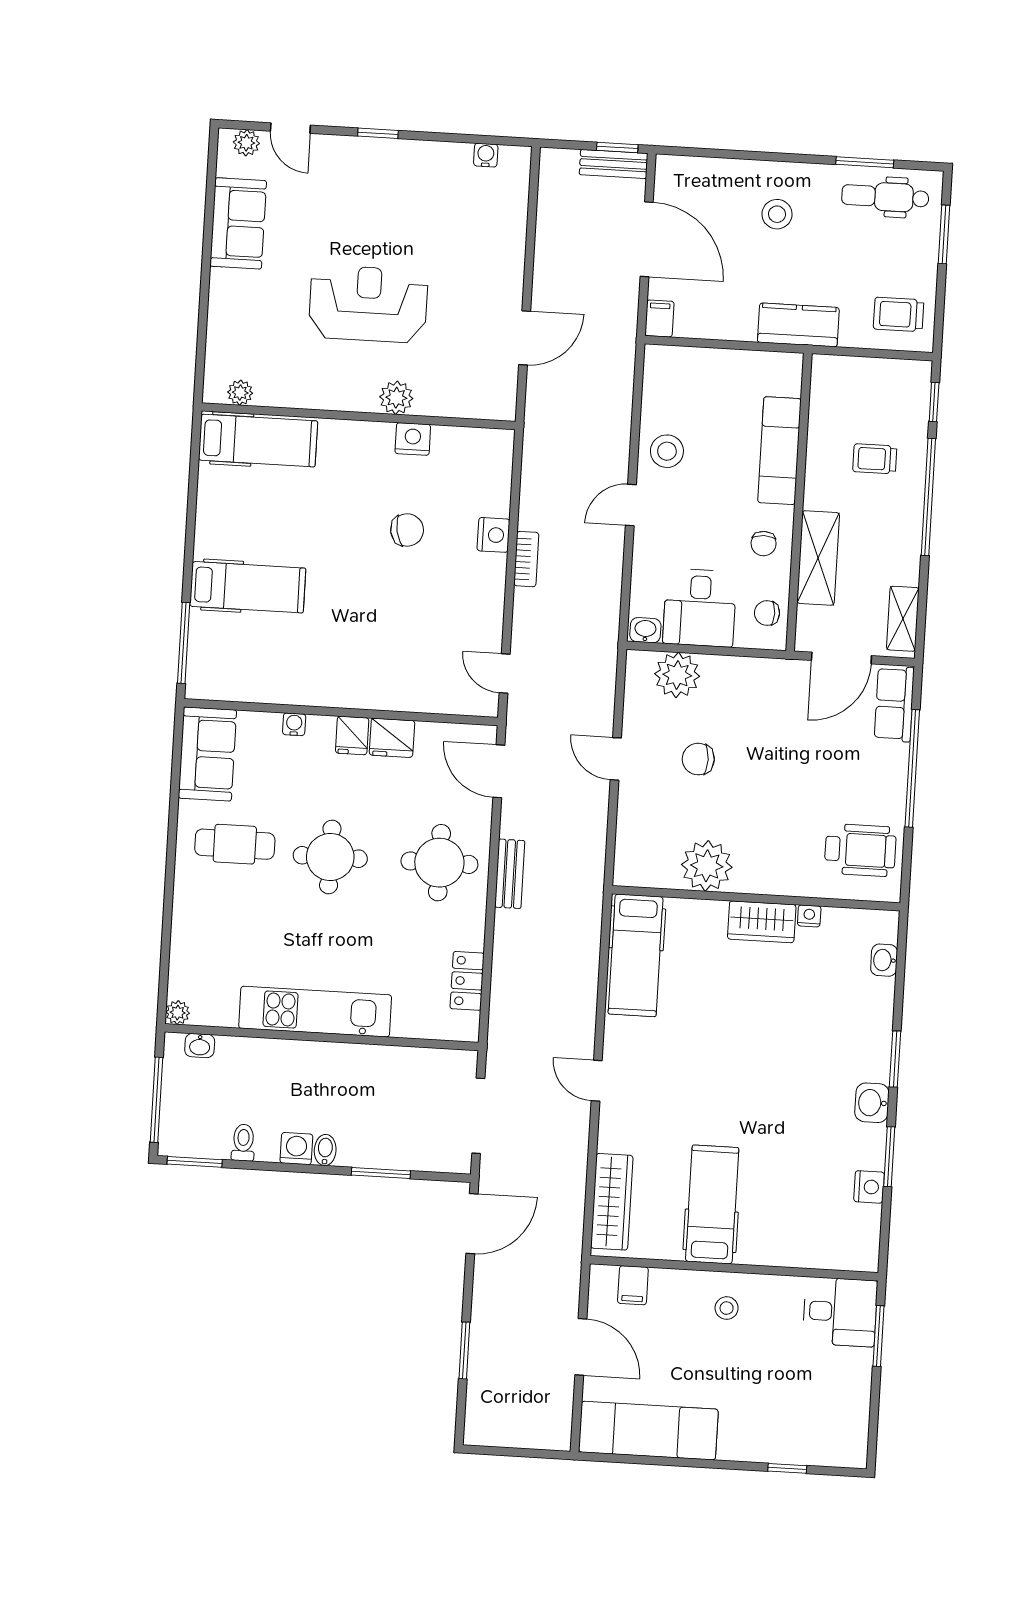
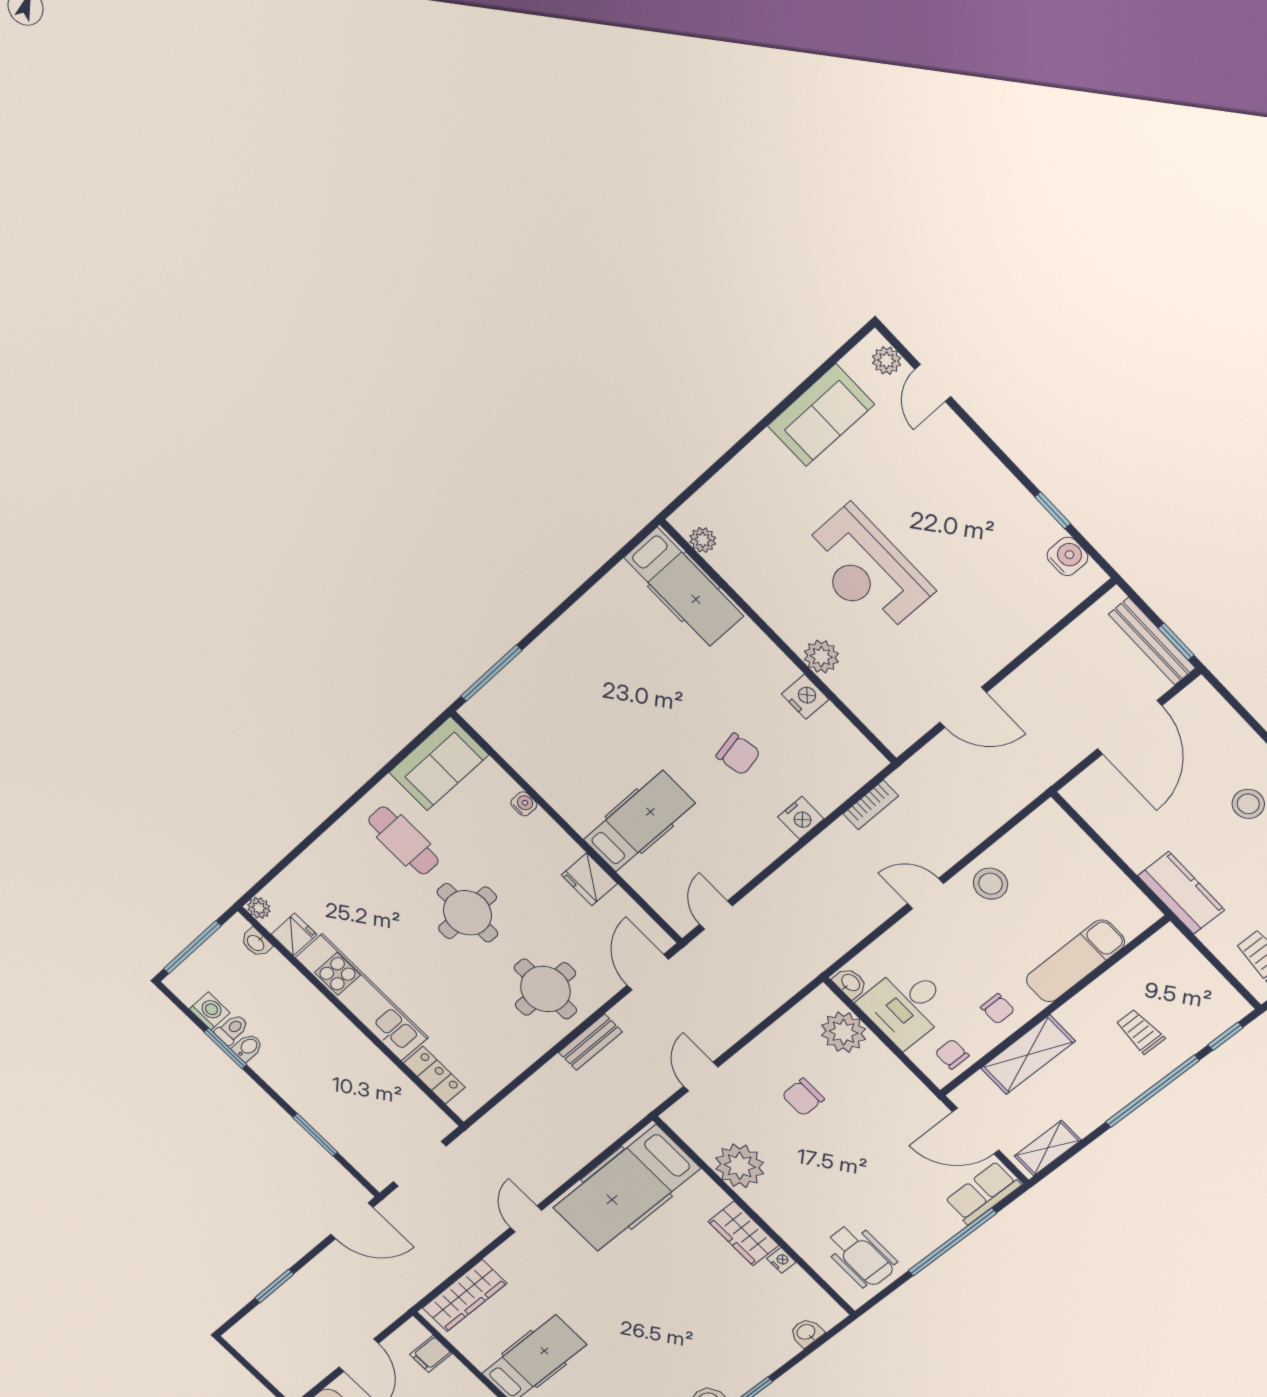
window: (378, 133) -> (1053, 510), moved
water cooler: (486, 155) -> (1067, 556), width x1.38, depth x1.38
bench: (614, 164) -> (1152, 641), width x1.36
reception desk: (368, 304) -> (866, 570), turned 180
filing cabinet: (659, 318) -> (1081, 790), removed
chair: (764, 544) -> (998, 1009), turned -90
bookcase: (526, 559) -> (871, 805), moved
hospital bed: (248, 587) -> (639, 821), moved, turned -90
fridge: (352, 735) -> (294, 934), moved, turned 180
door: (616, 759) -> (701, 1077), moved
chair: (698, 759) -> (803, 1097), turned -90
hospital bed: (636, 955) -> (626, 1188), width x1.37, depth x1.29
locker: (467, 981) -> (434, 1075), moved, turned 90
washing machine: (296, 1149) -> (210, 1011), moved
bidet: (325, 1150) -> (248, 1047), moved
window: (195, 1162) -> (225, 1048), moved

